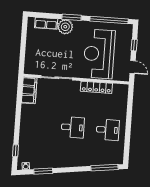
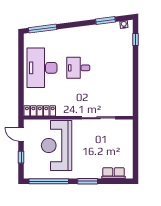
plant: (65, 27) -> (93, 171), removed
reception desk: (99, 54) -> (57, 145), turned 180
locker: (96, 87) -> (40, 111), moved
filing cabinet: (29, 90) -> (126, 103), removed
desk: (108, 130) -> (42, 68), width x1.87, depth x1.30

